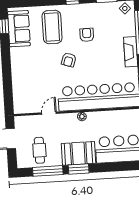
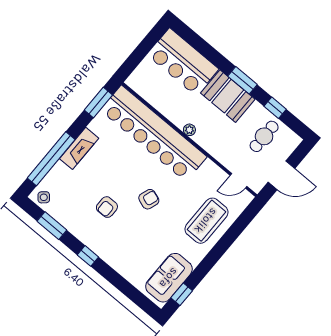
coffee table: (52, 27) -> (206, 221), moved
door: (49, 113) -> (239, 181), moved
window: (48, 171) -> (275, 108), width x0.46

